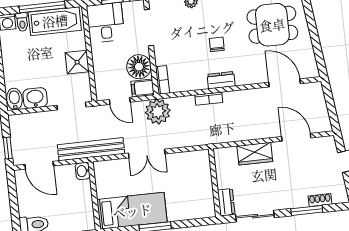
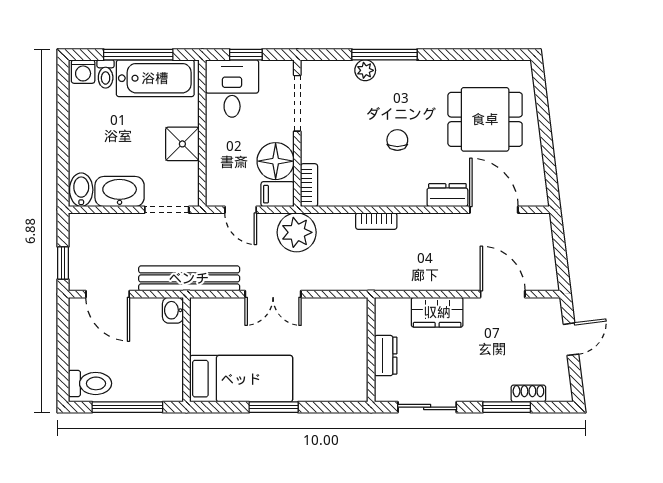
dresser: (221, 80) -> (447, 195), moved
washbasin: (35, 98) -> (120, 191), width x1.38
dresser: (226, 202) -> (386, 356), moved

